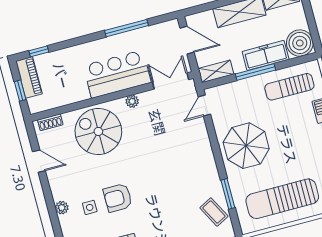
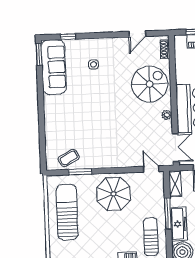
armchair: (118, 198) -> (96, 87), removed
plant: (62, 208) -> (98, 43), removed

